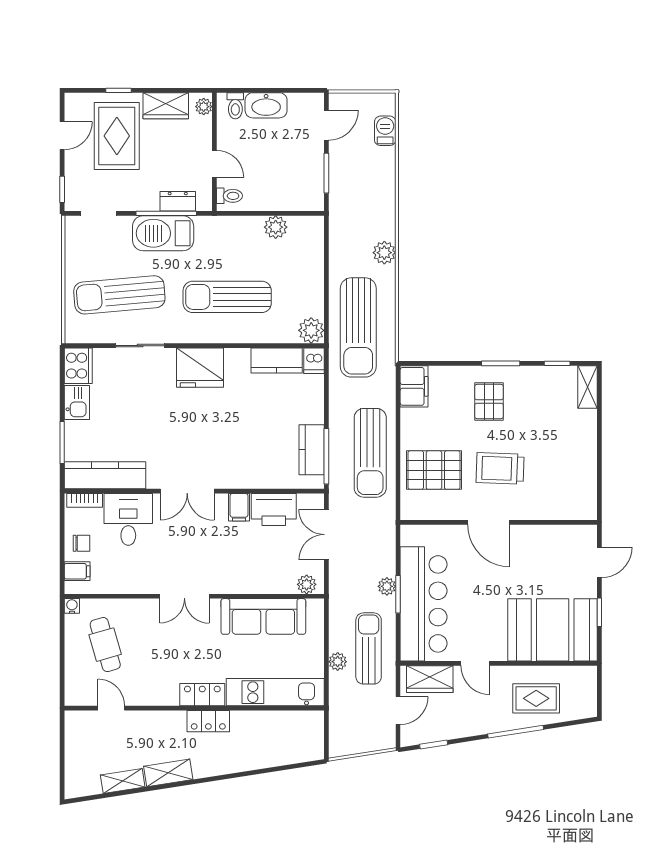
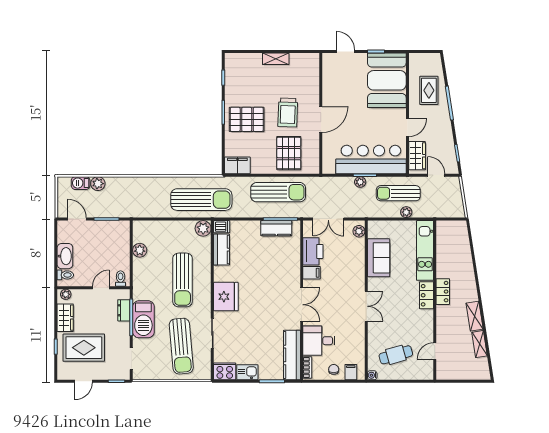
door: (62, 136) -> (84, 381), swing flipped
plant: (384, 253) -> (98, 184), moved
shelving: (588, 387) -> (276, 59), moved
pallet: (489, 401) -> (247, 119), width x1.50, depth x1.42
sofa: (263, 616) -> (379, 258), width x0.73

